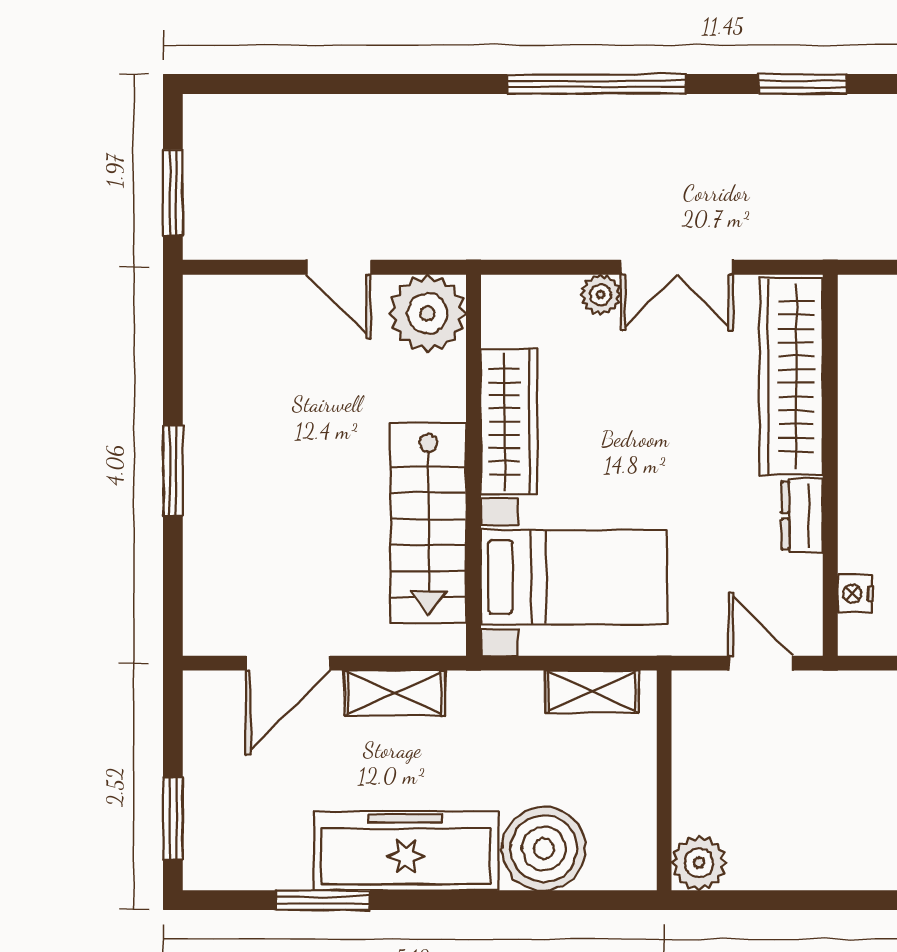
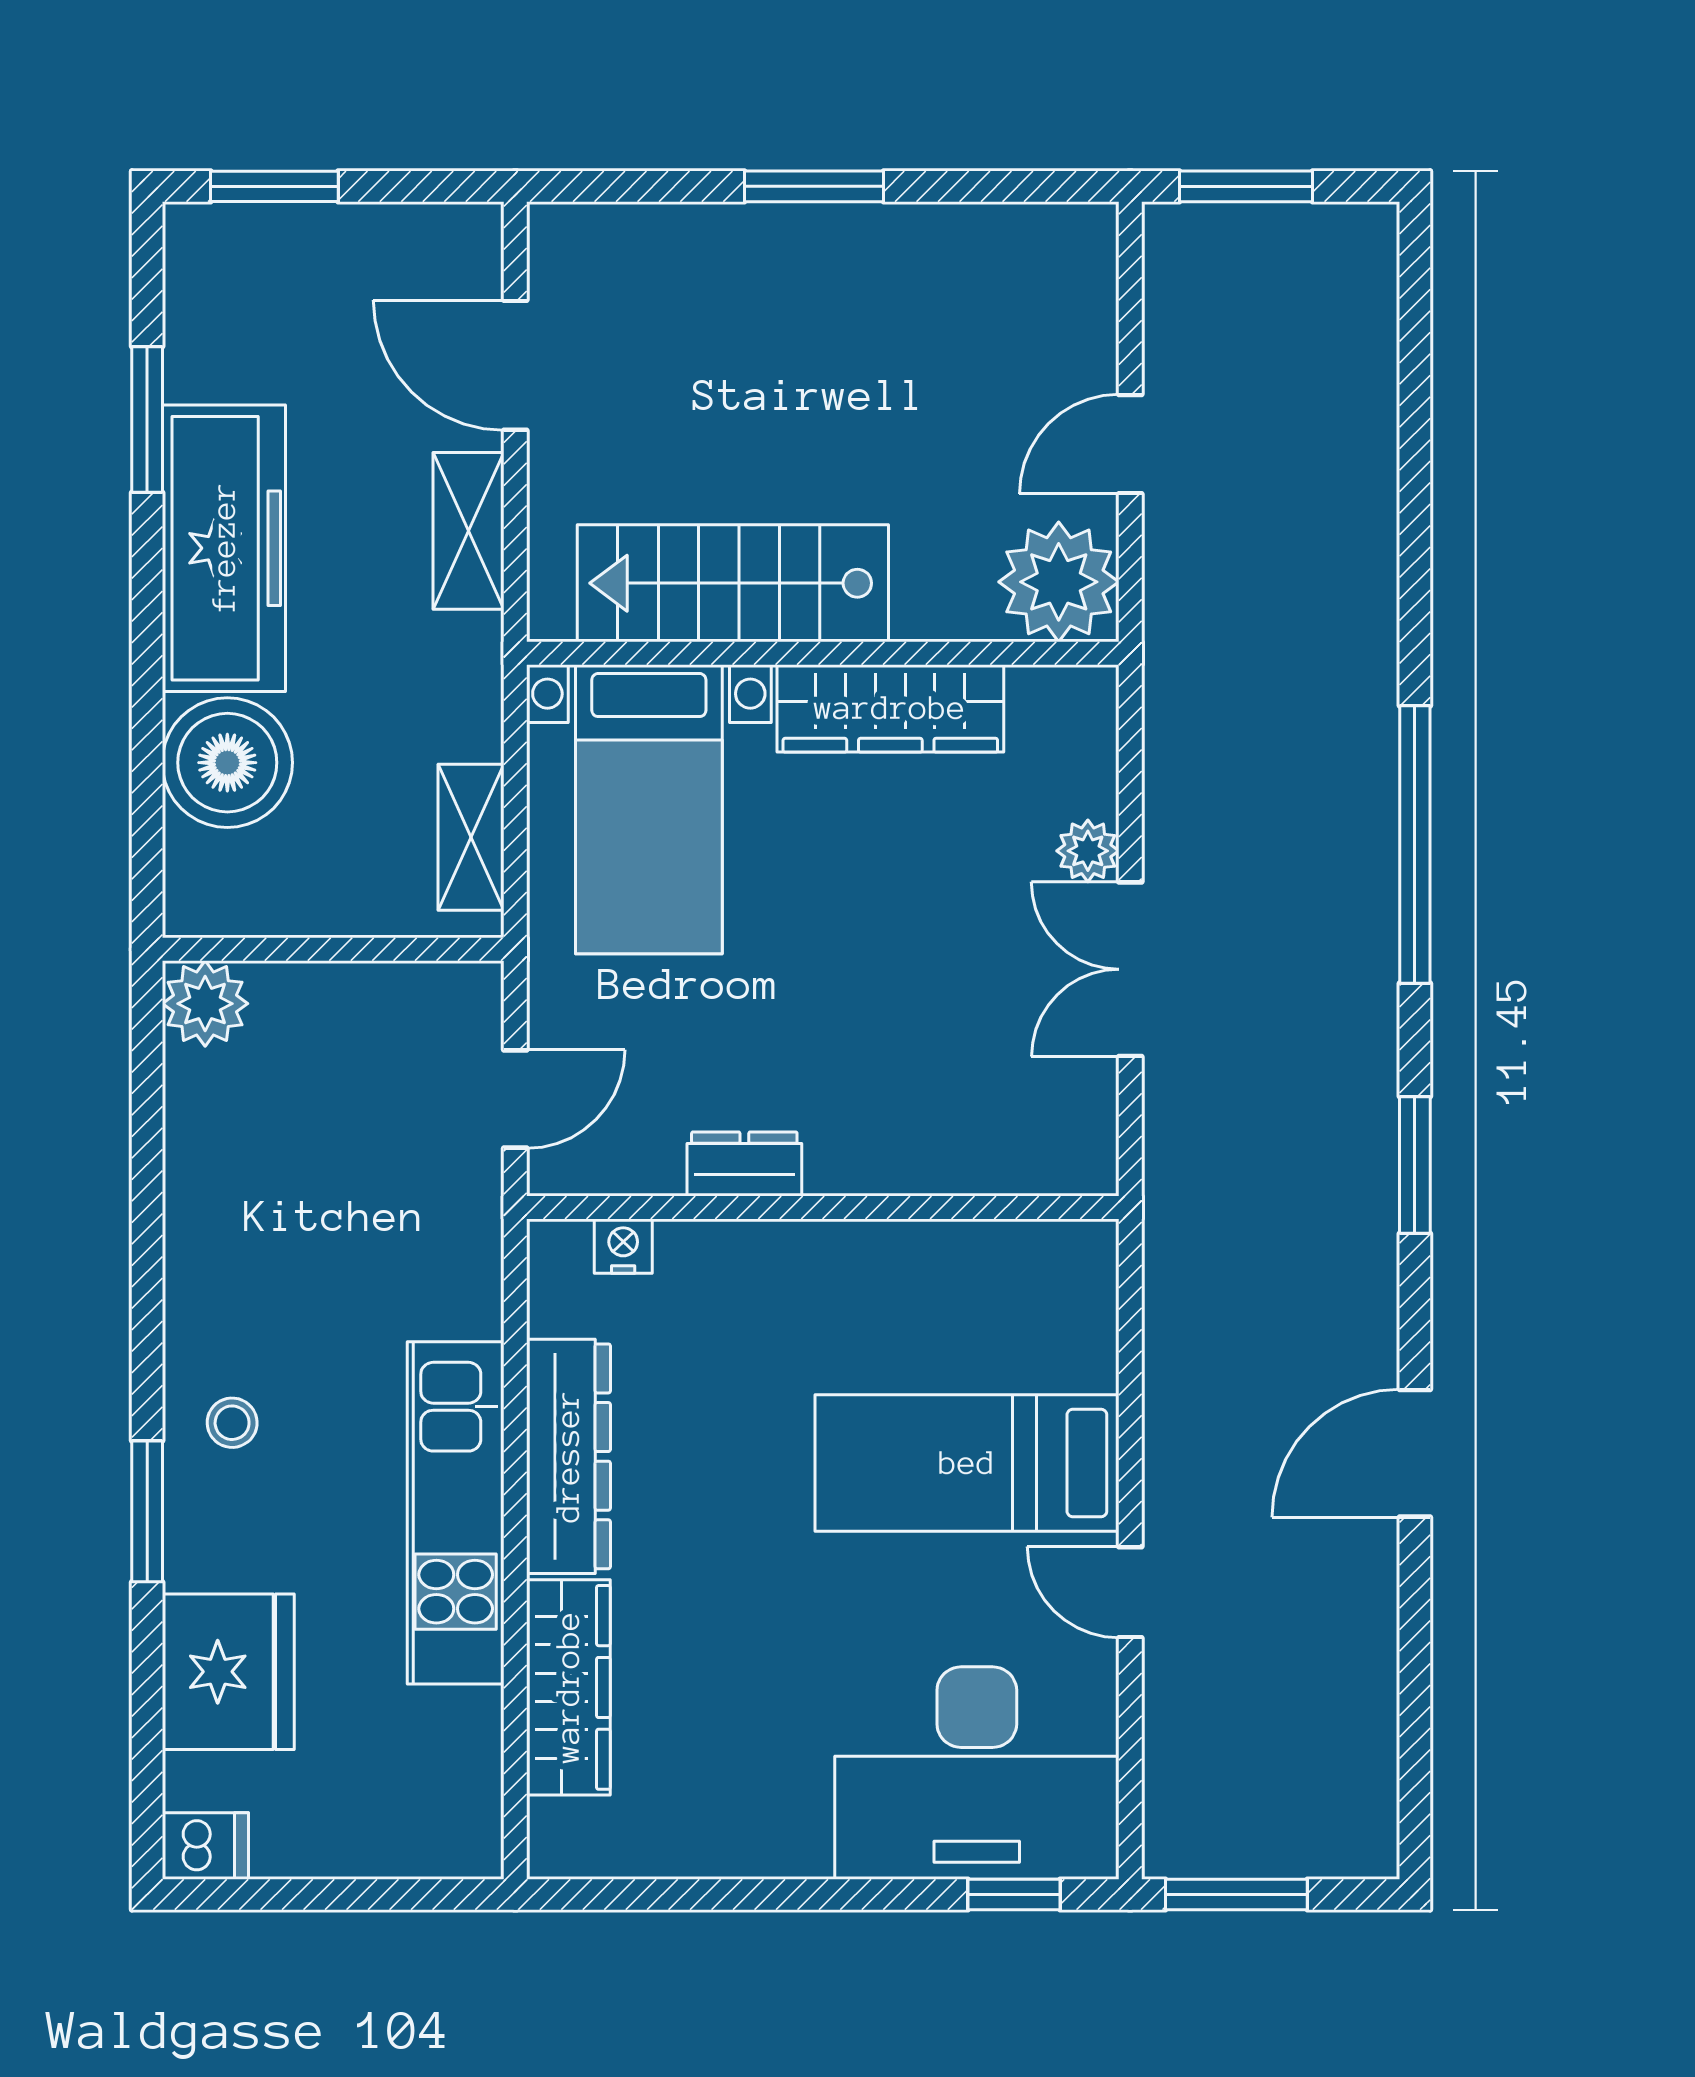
wardrobe: (791, 376) -> (961, 1147), removed

